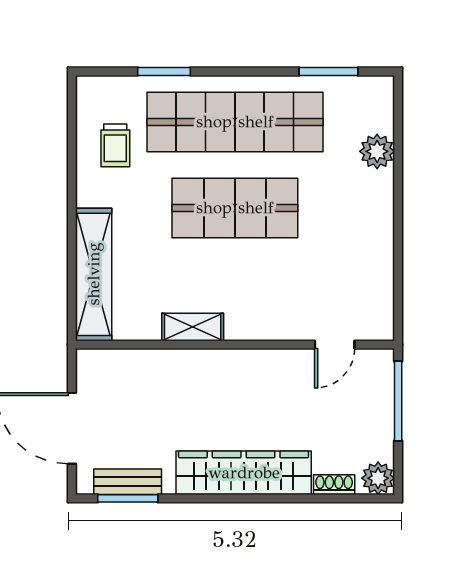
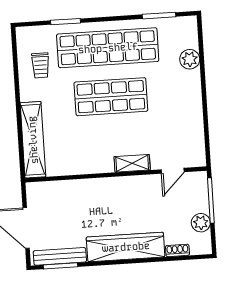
shelving: (193, 327) -> (132, 163), moved
plant: (378, 478) -> (201, 223), moved
bench: (128, 482) -> (60, 256), width x1.36

